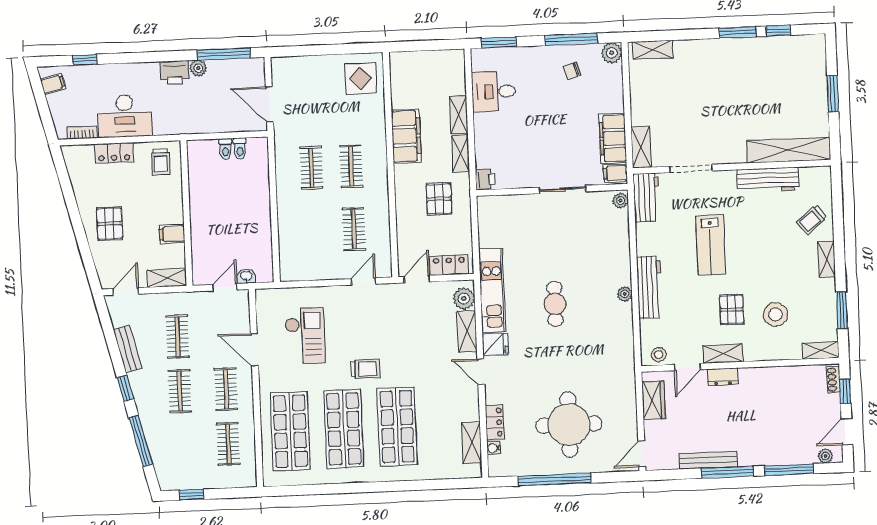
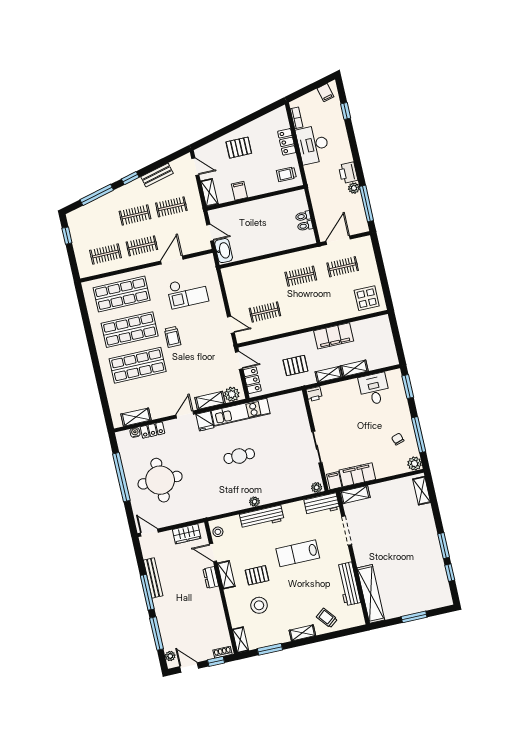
clothes rail: (351, 166) -> (343, 267), moved
washbasin: (246, 276) -> (224, 251), width x1.91, depth x1.45

